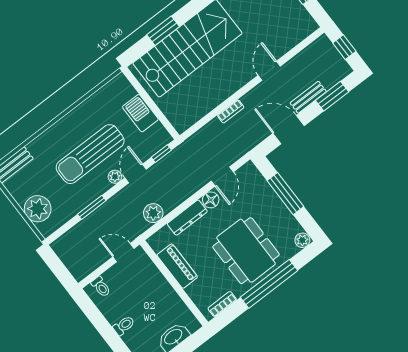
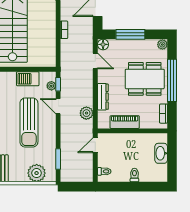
plant: (115, 177) -> (51, 86), moved
floor lamp: (211, 200) -> (103, 44), moved
window: (92, 207) -> (58, 159), moved

